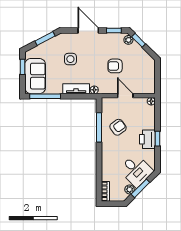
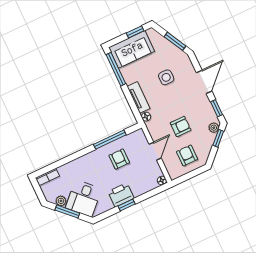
armchair: (115, 66) -> (181, 126), turned 90
armchair: (141, 72) -> (187, 155), added
armchair: (118, 127) -> (119, 159), turned -144

